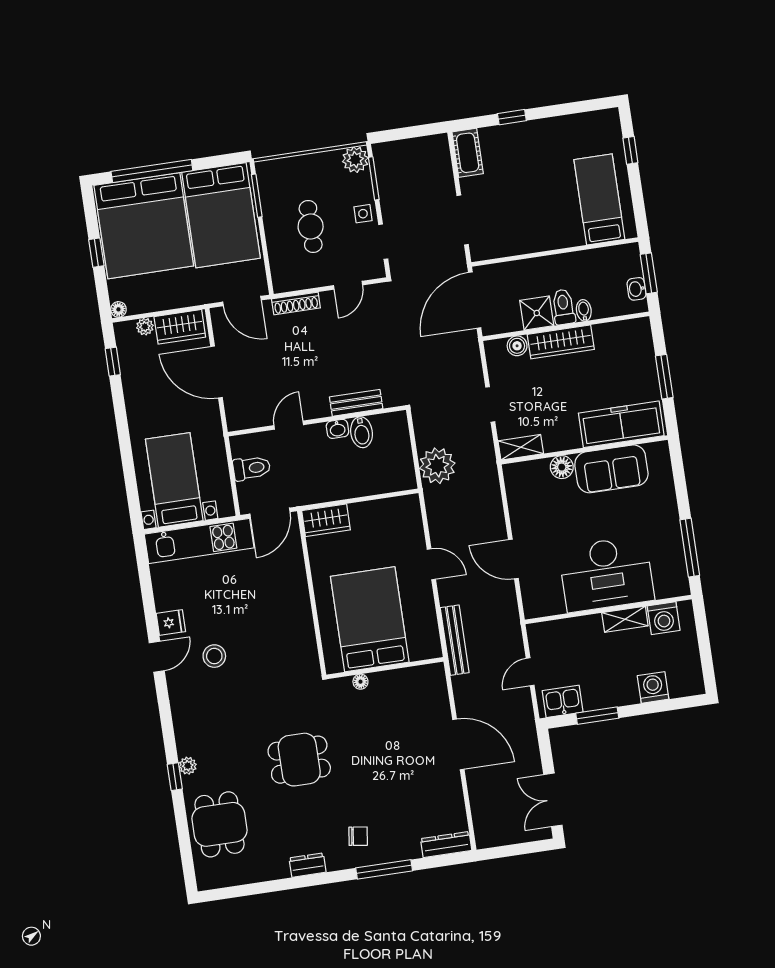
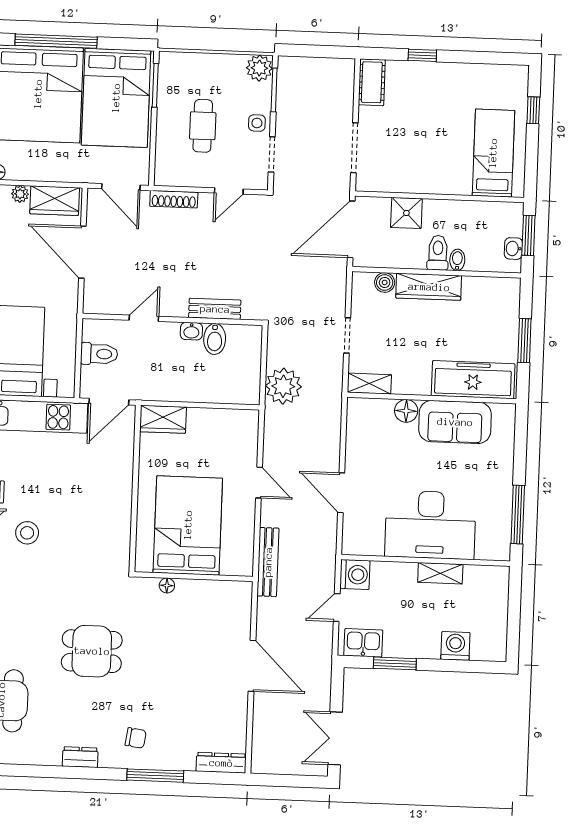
shower: (537, 313) -> (406, 213), moved
washing machine: (664, 618) -> (355, 575), moved, turned -90

